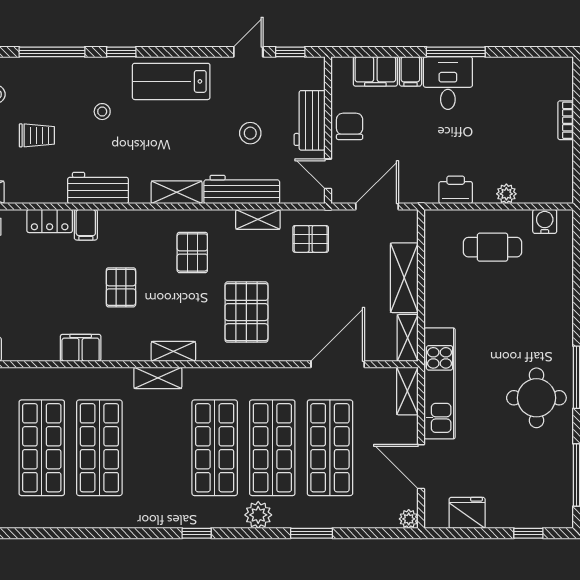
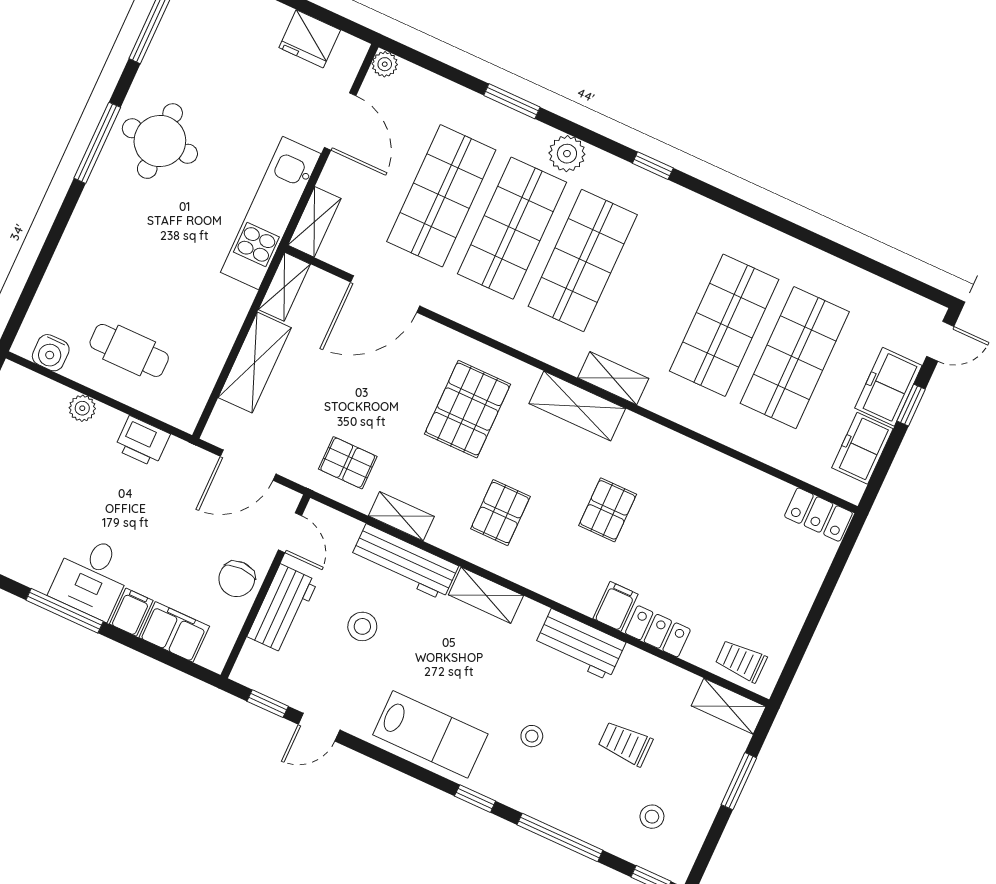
filing cabinet: (81, 348) -> (691, 458), removed
shelving: (173, 351) -> (577, 406), width x1.50, depth x1.33

